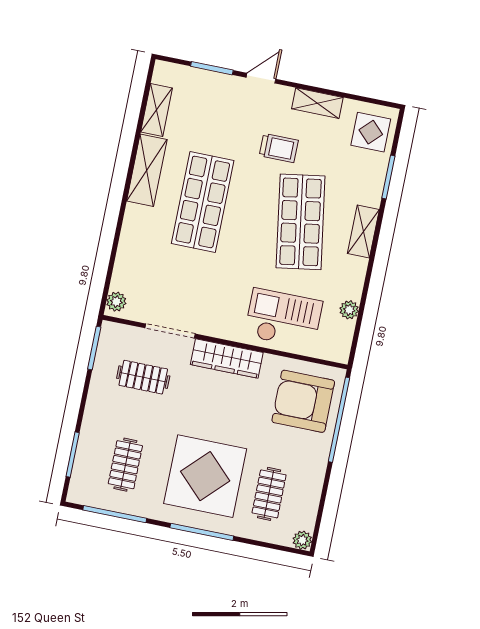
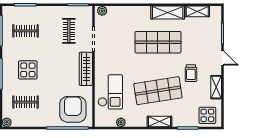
display table: (205, 476) -> (28, 70), width x0.54, depth x0.54

